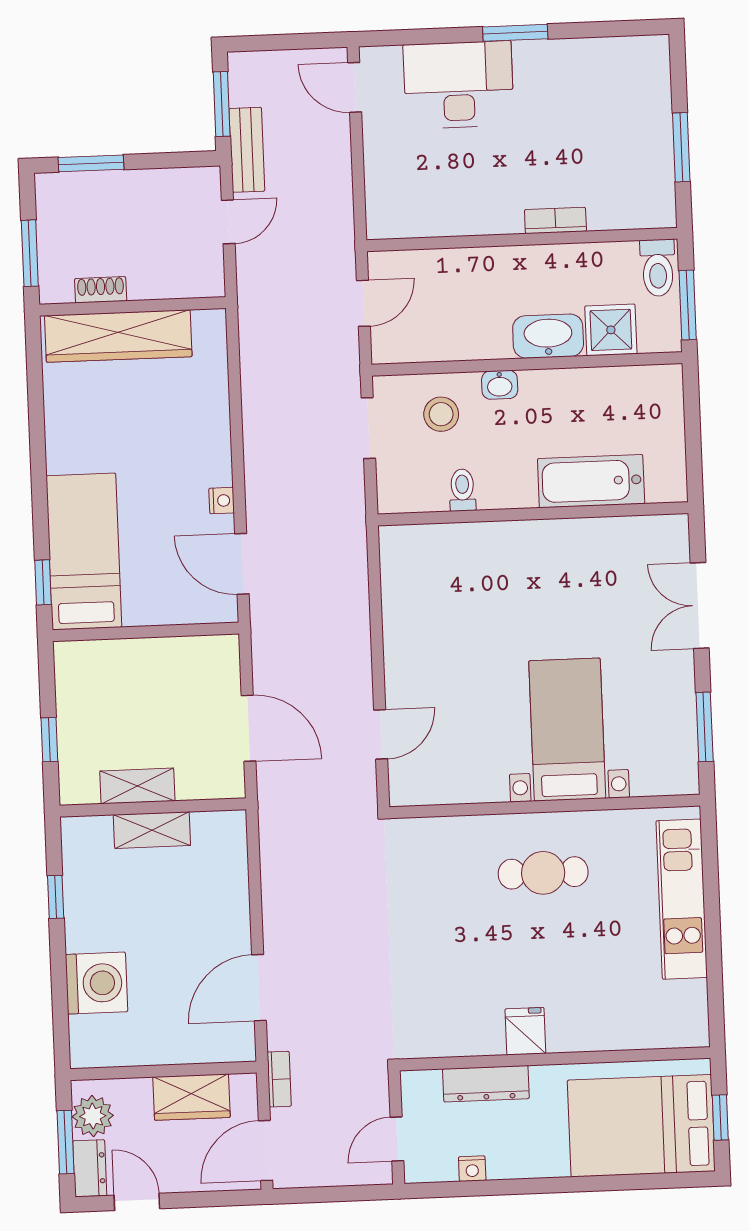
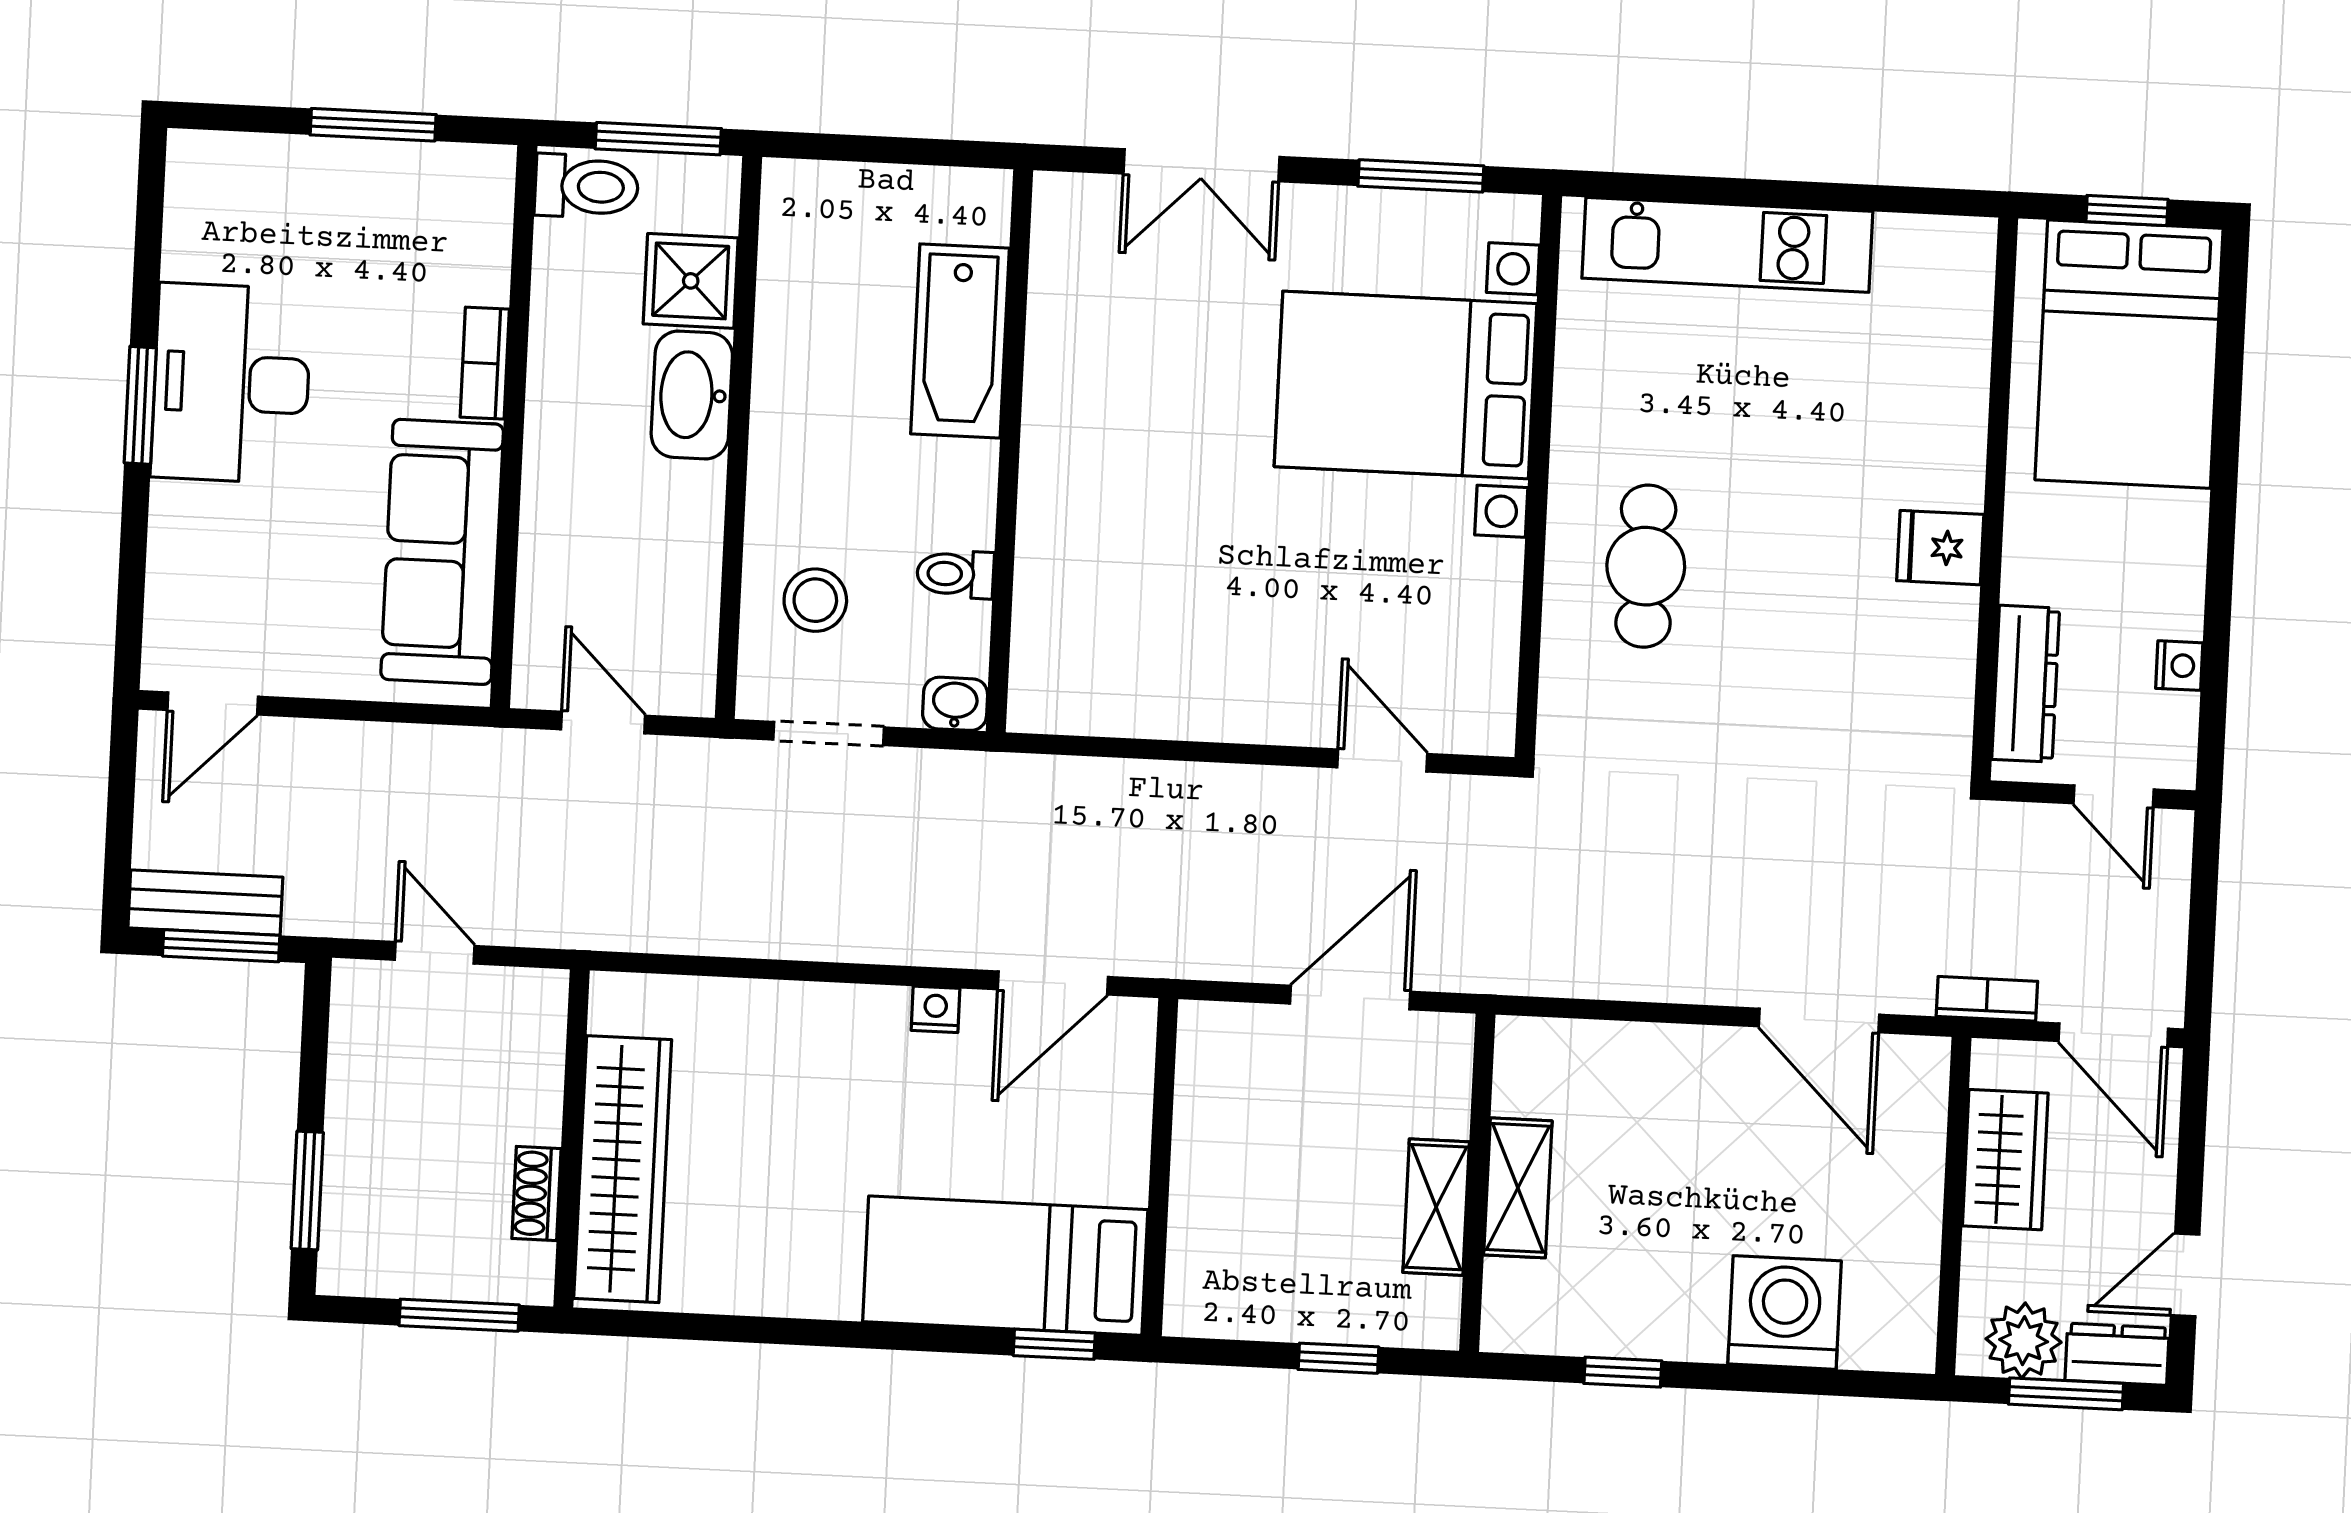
desk: (458, 85) -> (231, 383), moved
bench: (247, 150) -> (205, 903), moved
sofa: (449, 206) -> (442, 552), added
washbasin: (500, 385) -> (955, 704), moved, turned -90
bed with nightstands: (567, 730) -> (1406, 385), width x1.36
cafe table: (543, 873) -> (1646, 566), moved
dresser: (486, 1084) -> (2026, 684), moved

